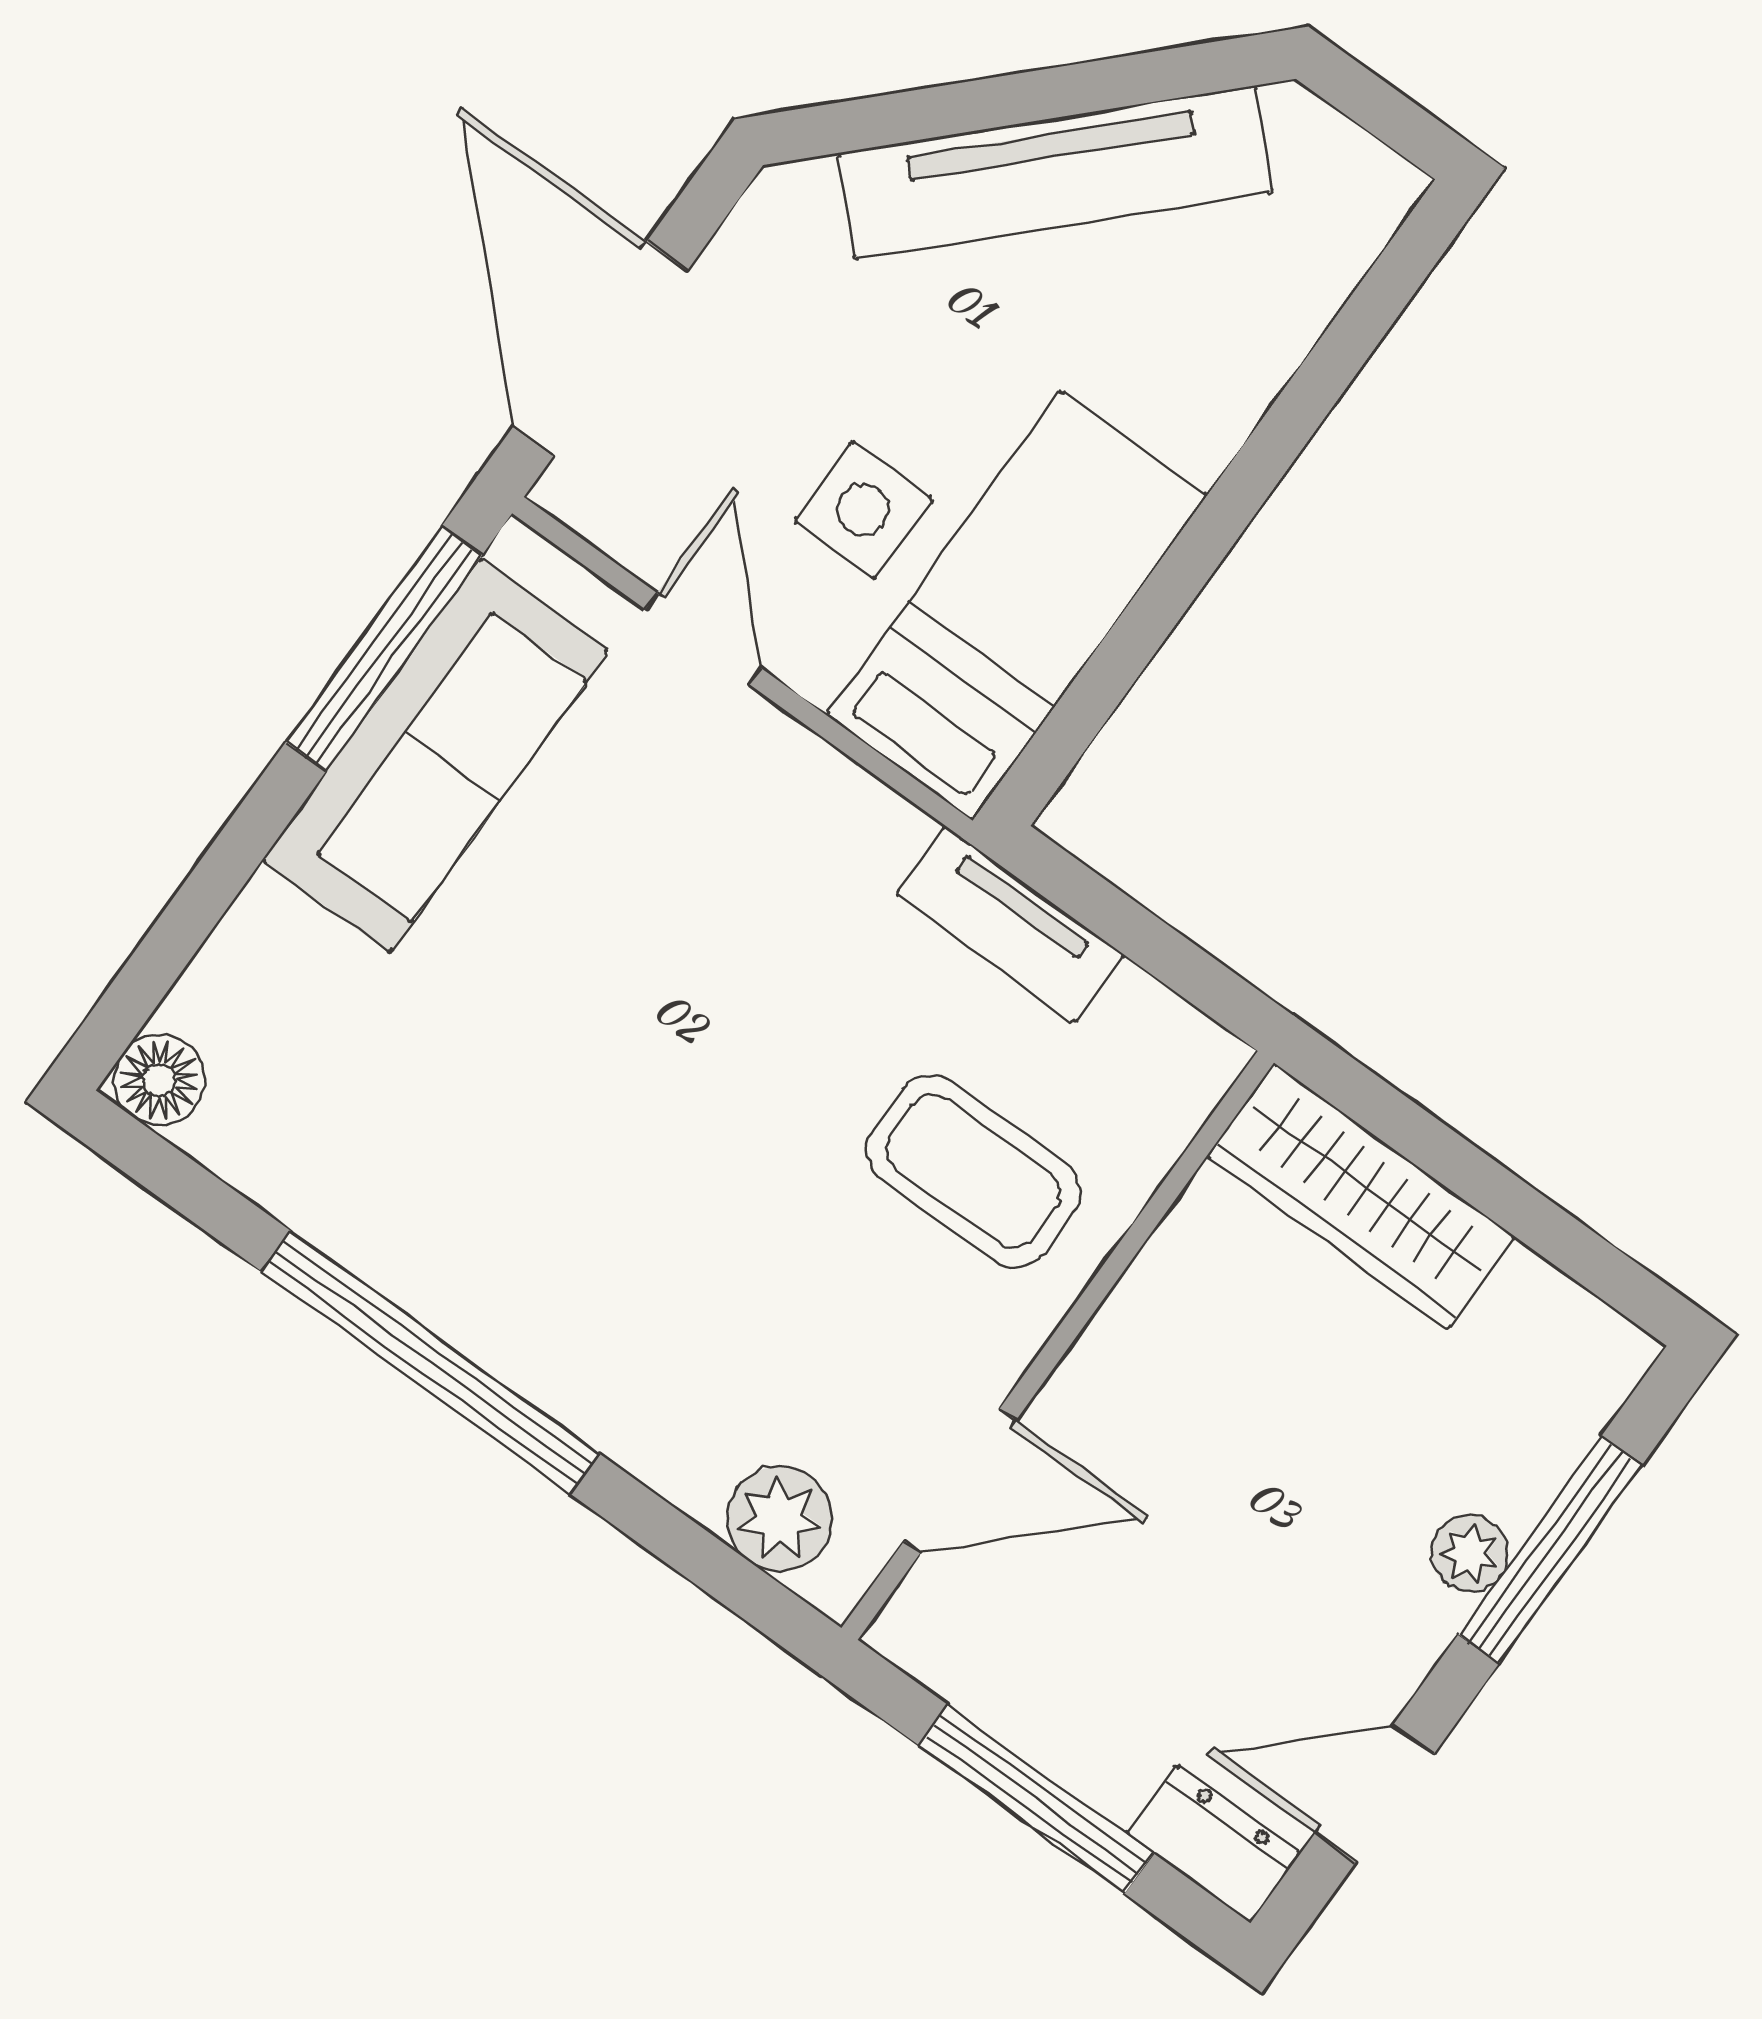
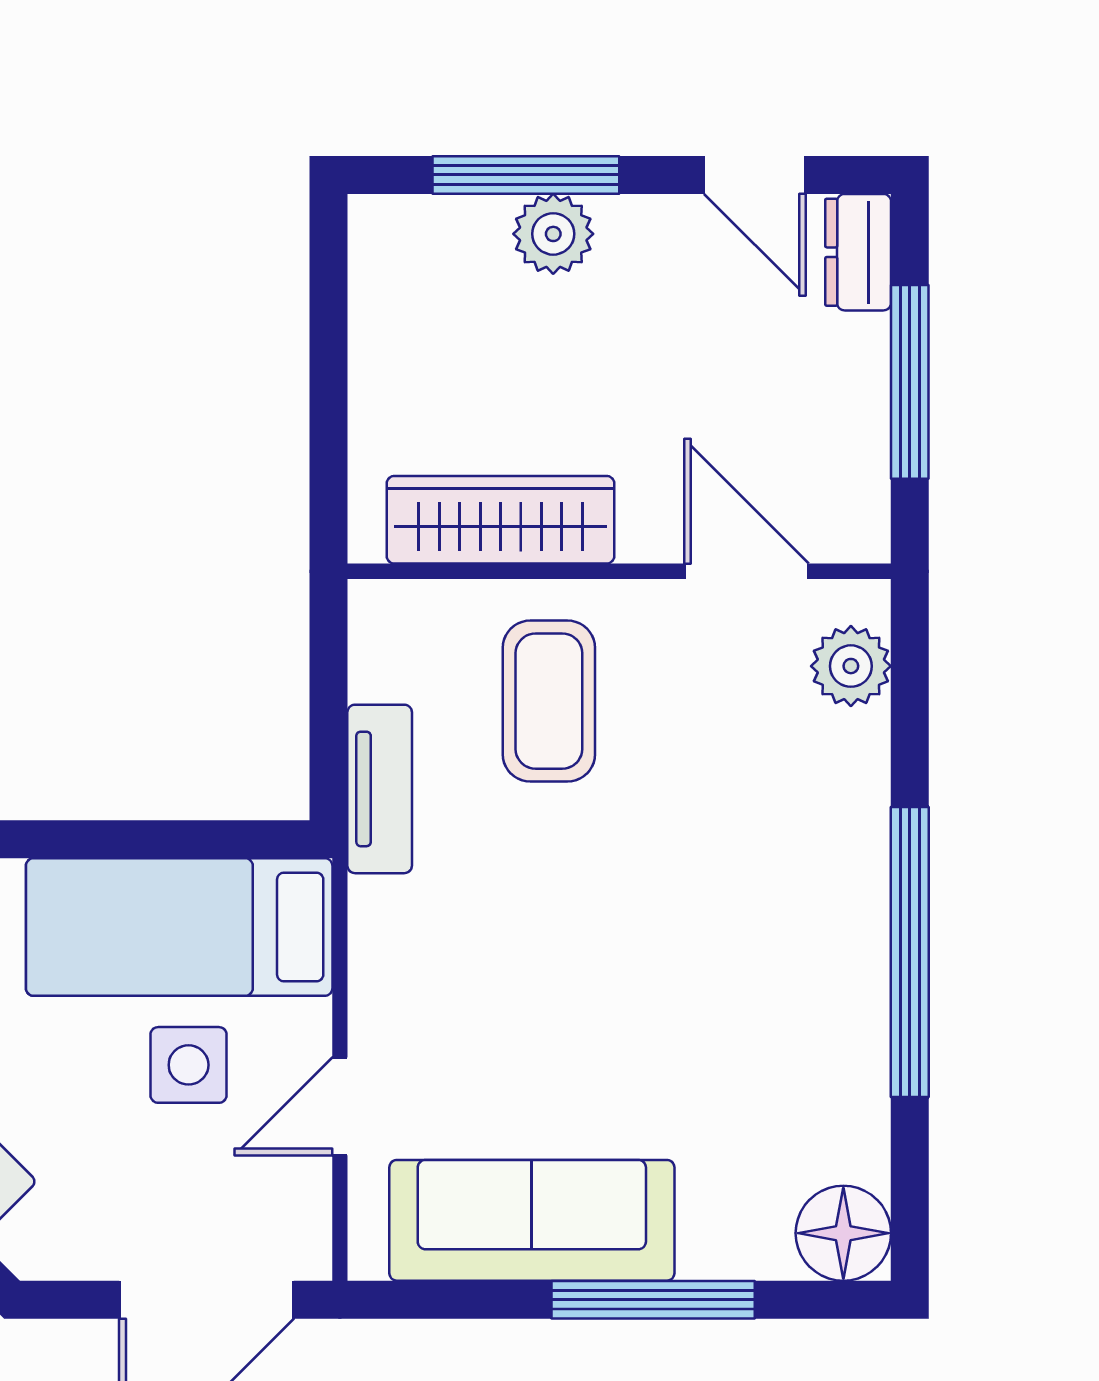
window: (384, 649) -> (653, 1300), moved
floor lamp: (159, 1080) -> (843, 1233), width x1.38, depth x1.38
wardrobe: (1361, 1196) -> (500, 520), moved, turned -90
plant: (1470, 1554) -> (553, 234), width x1.38, depth x1.38

